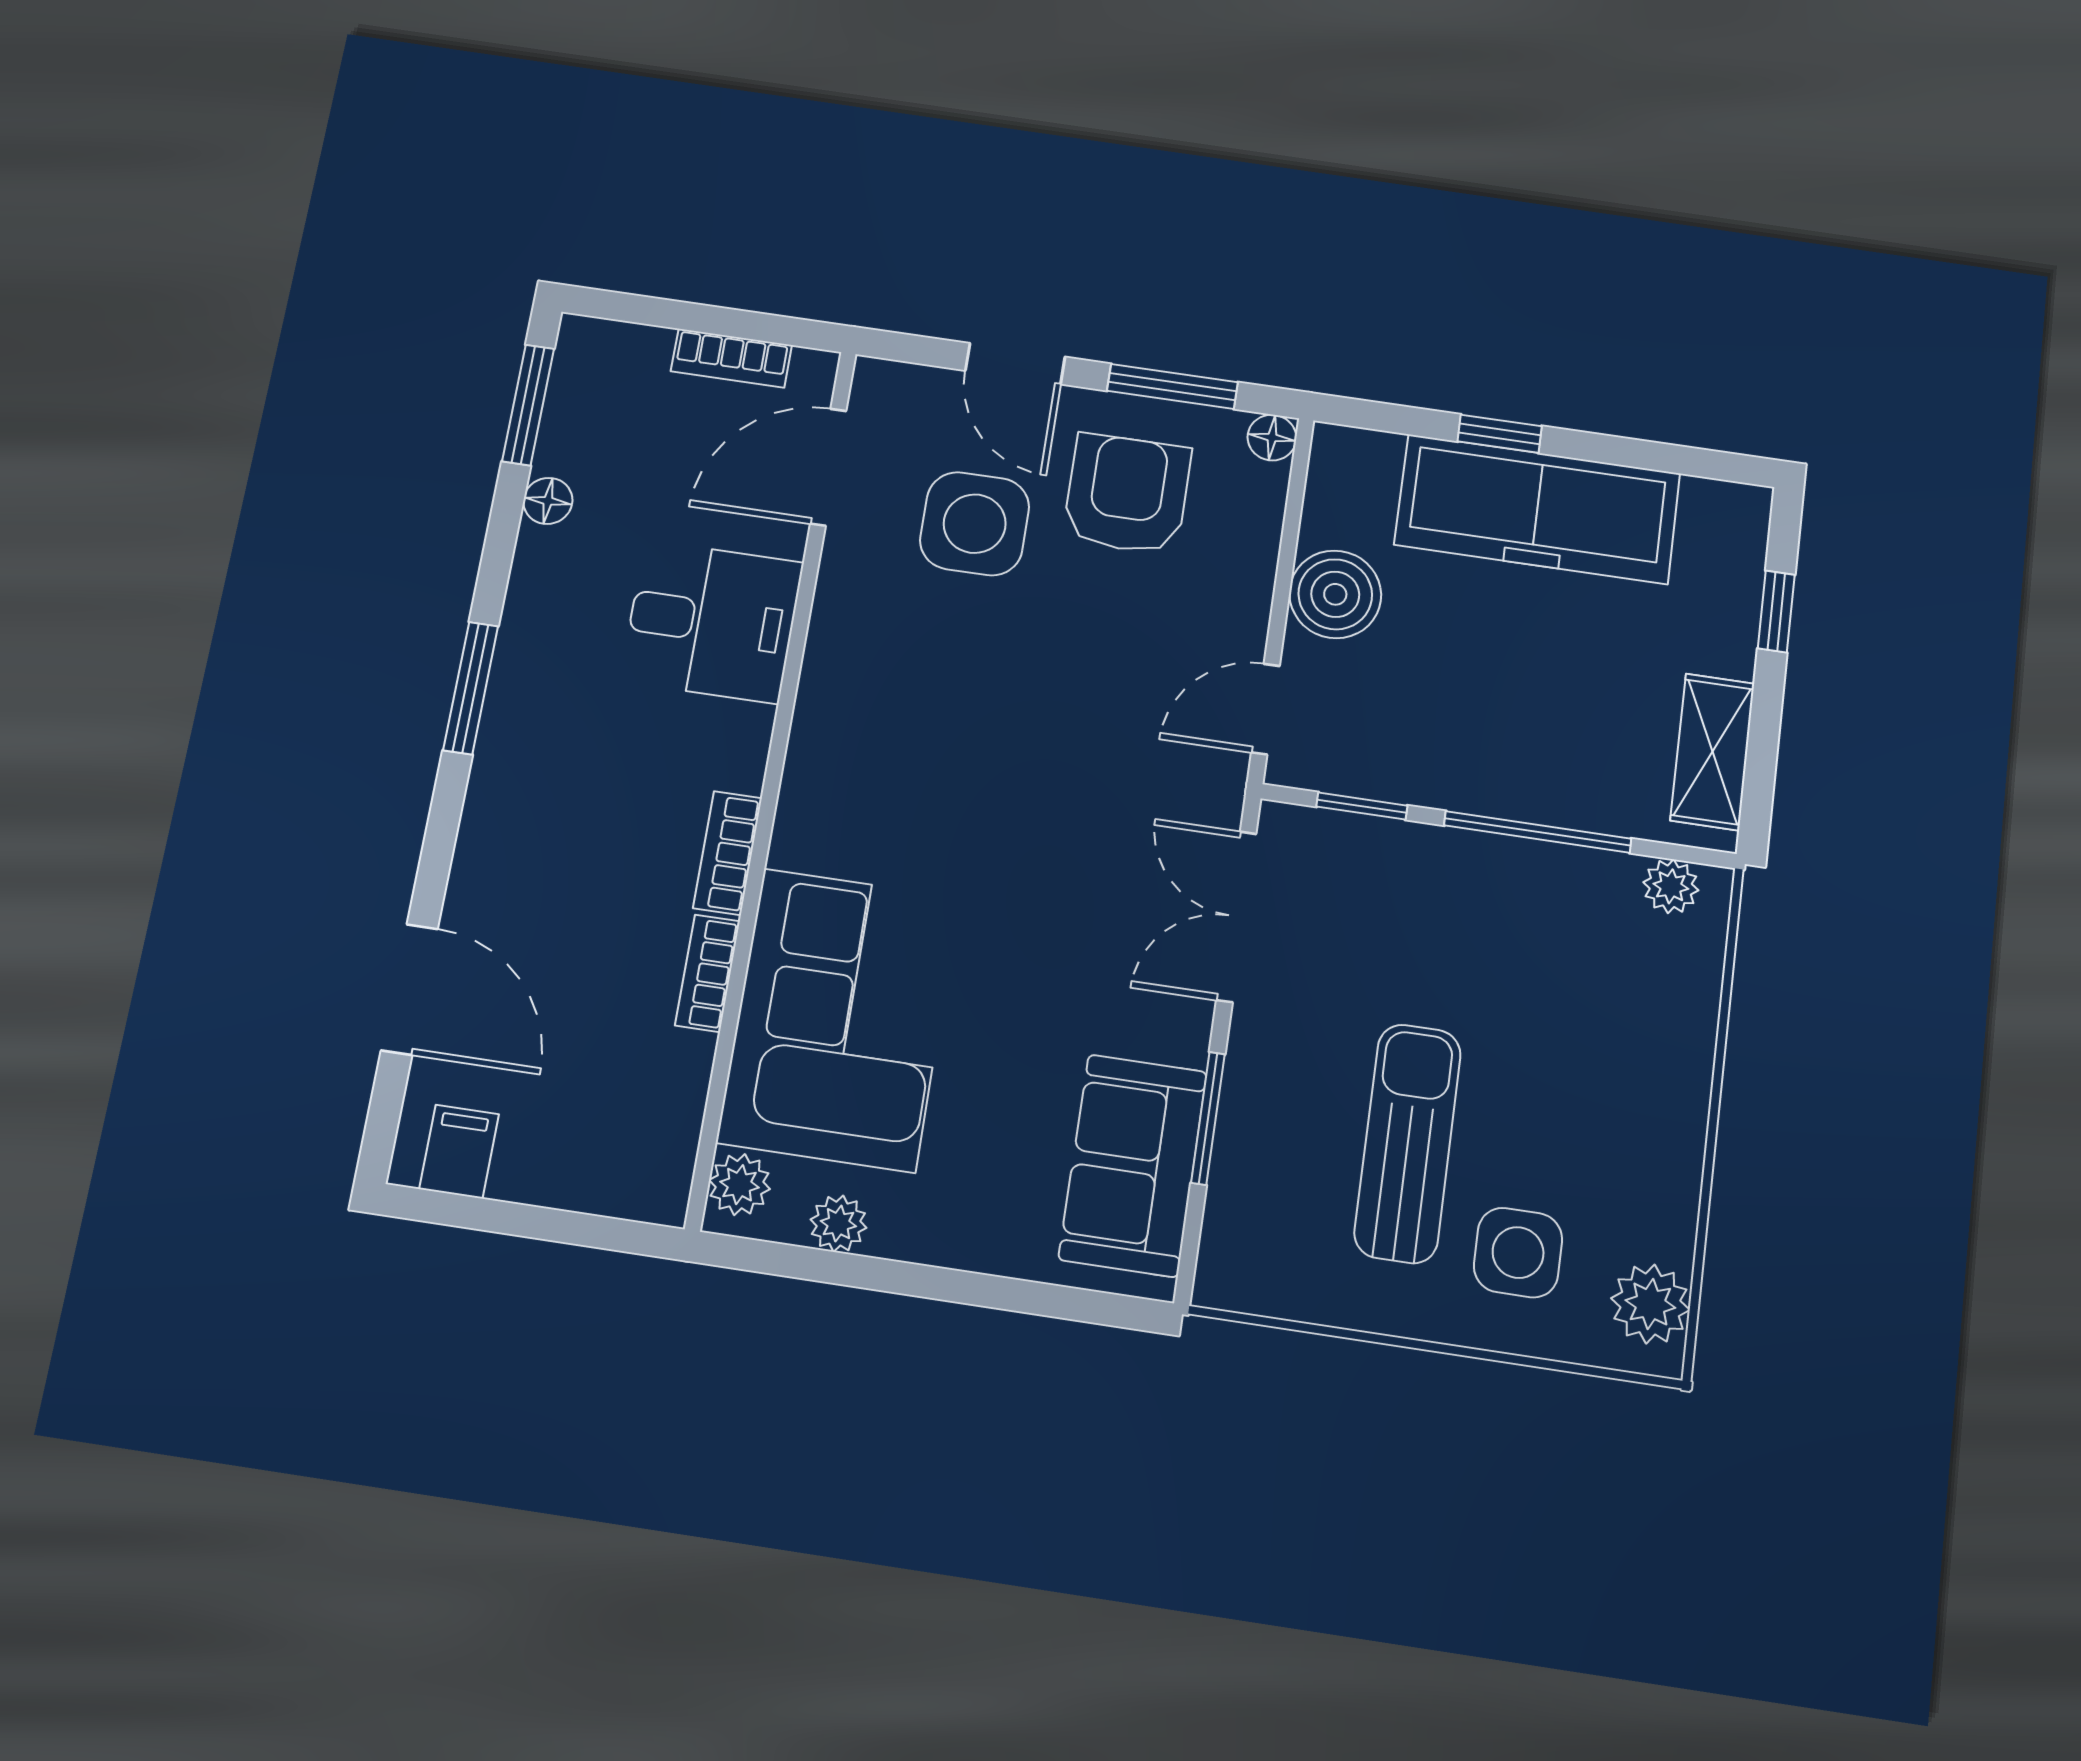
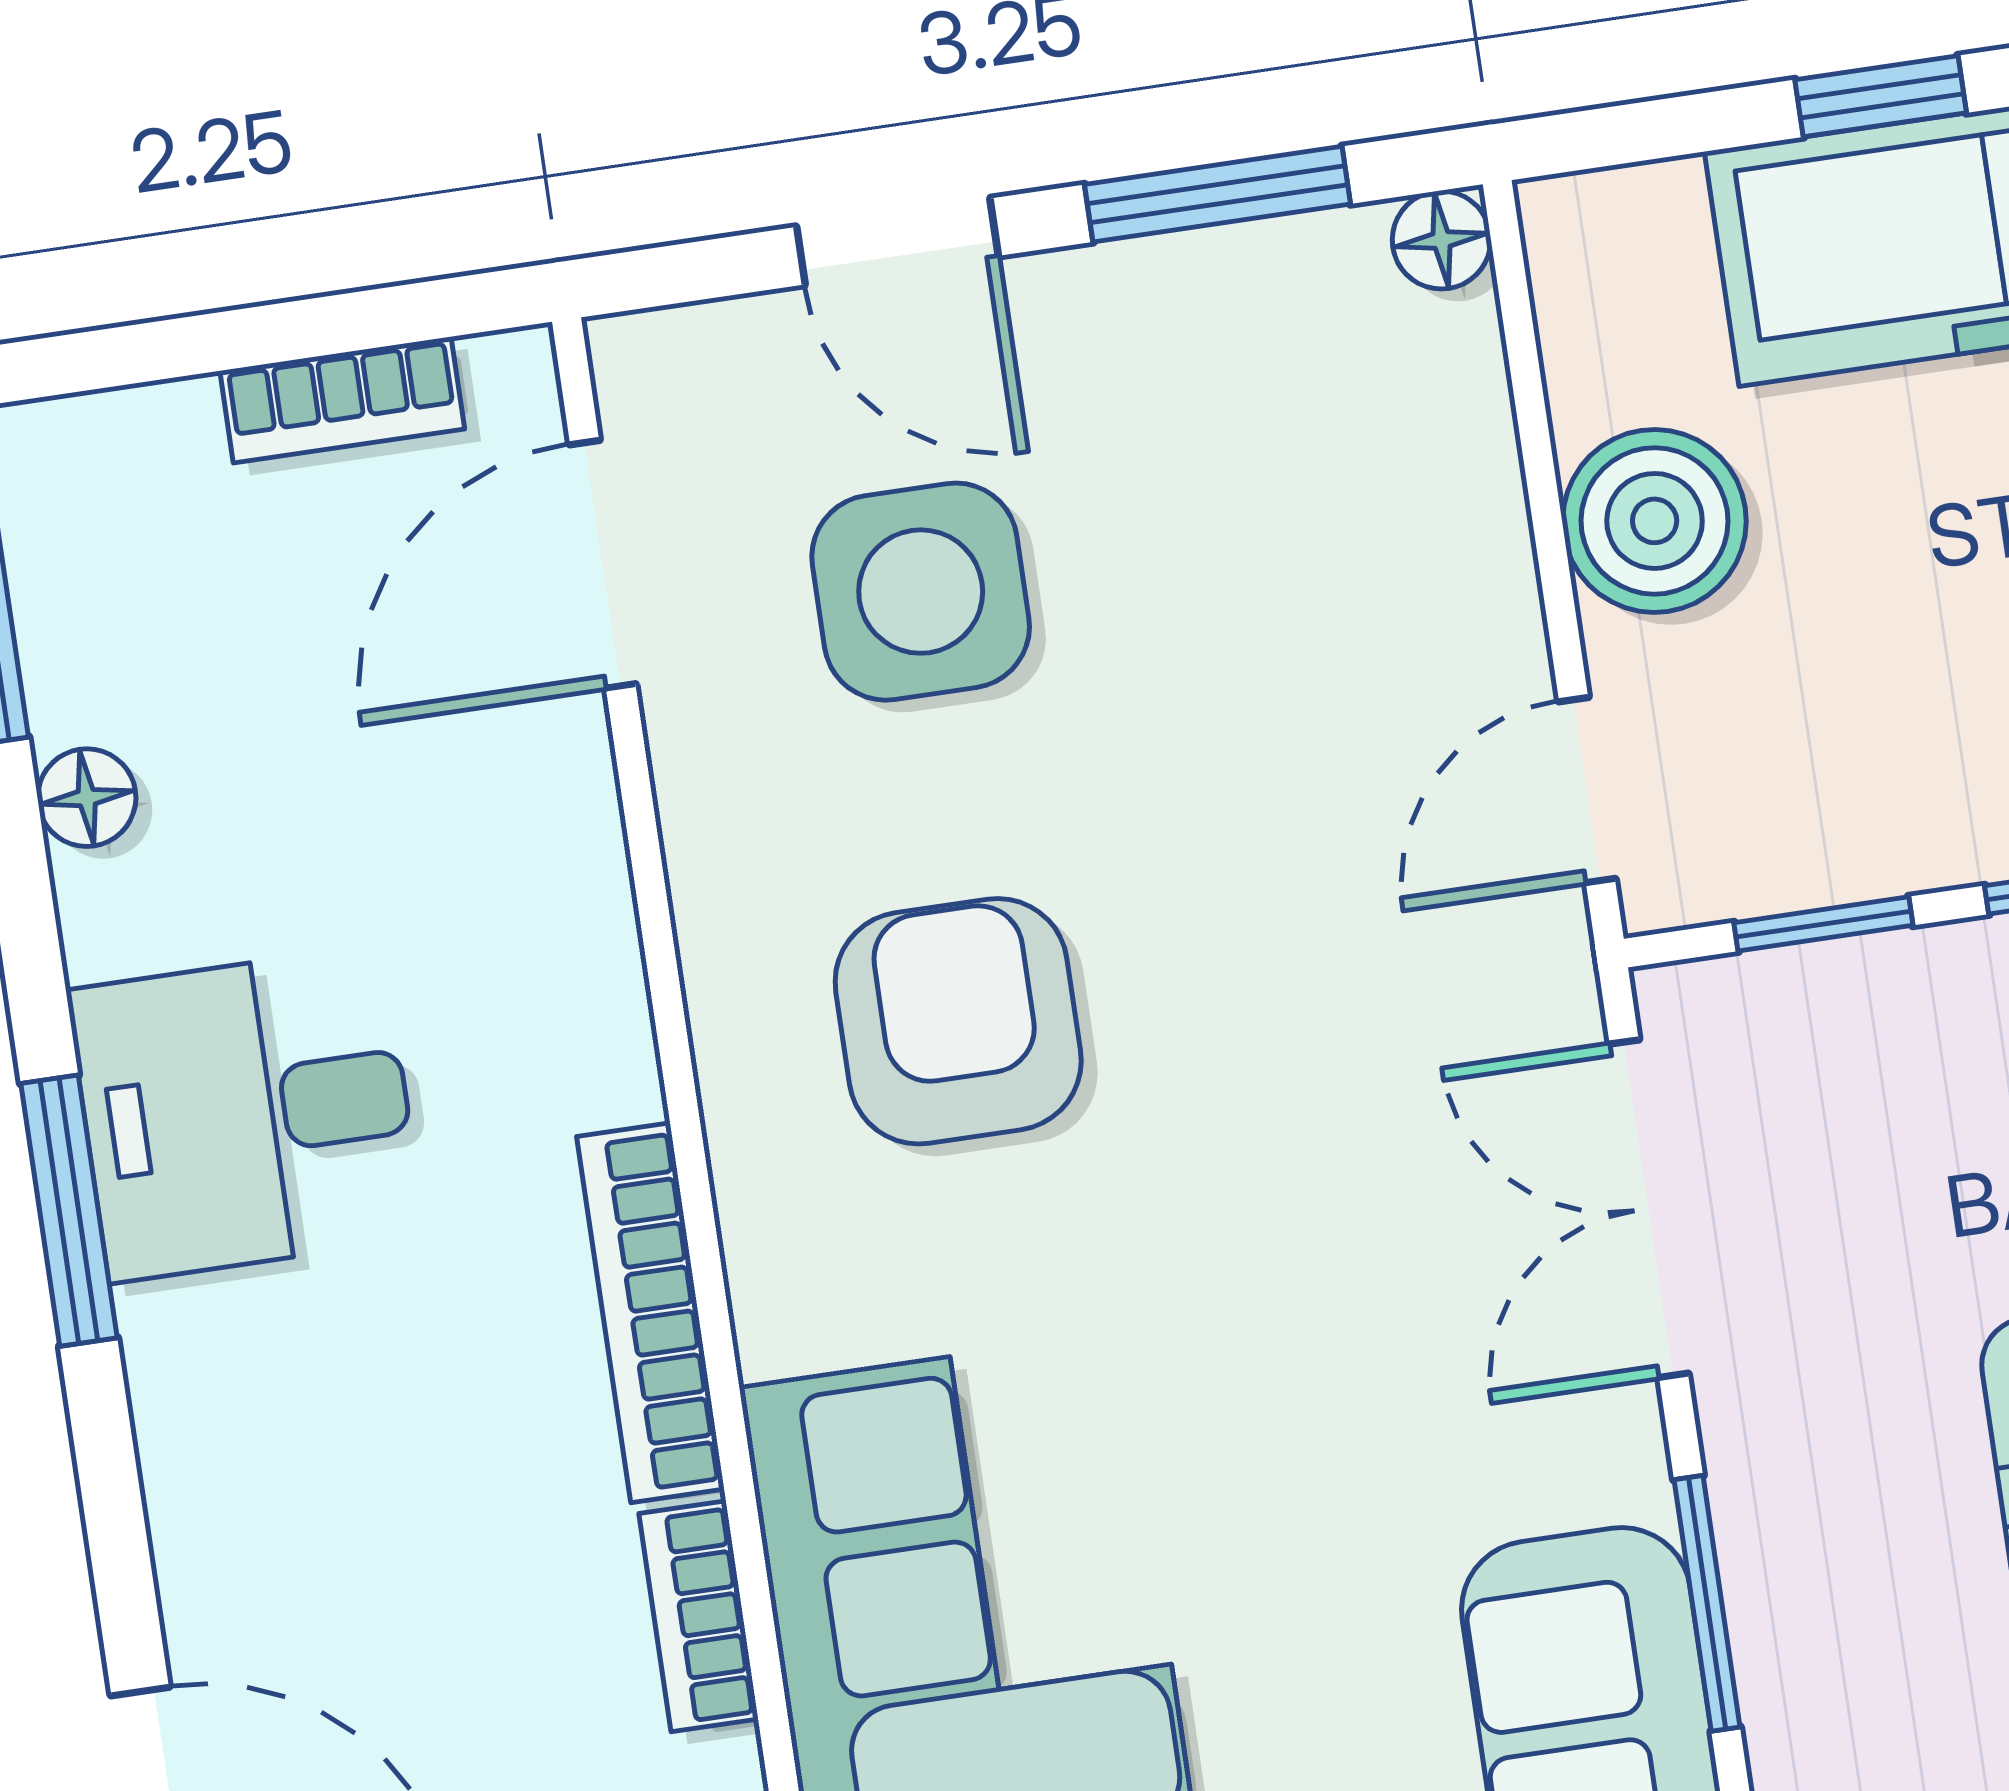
armchair: (1127, 494) -> (958, 1021), moved
desk: (712, 622) -> (246, 1114), moved, turned 180
bookcase: (727, 853) -> (651, 1313), width x1.56

